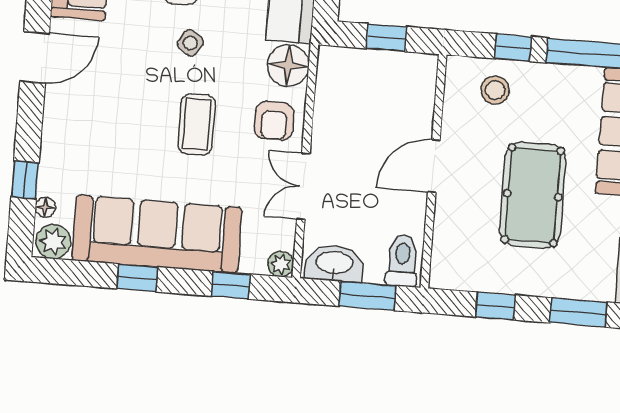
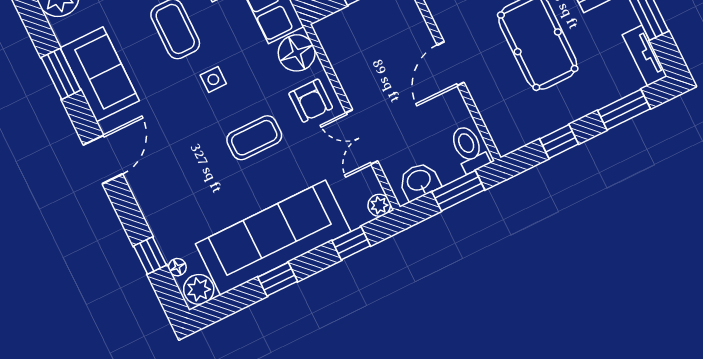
side table: (190, 43) -> (213, 79), turned -35
coffee table: (197, 124) -> (254, 138), turned 90
washbasin: (334, 263) -> (419, 181), width x0.72

